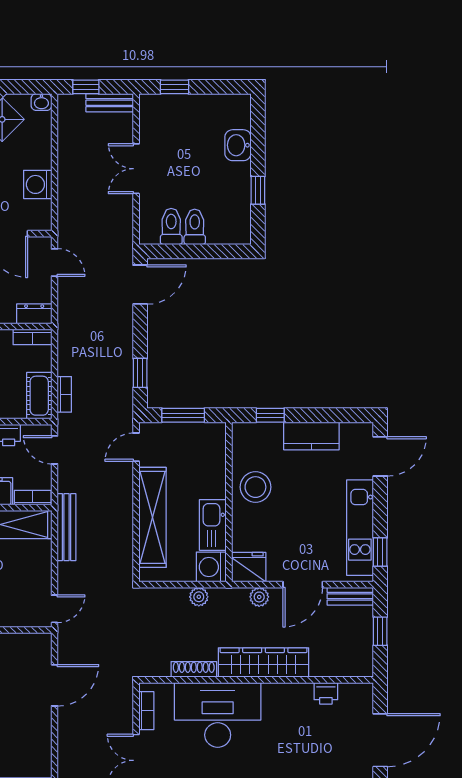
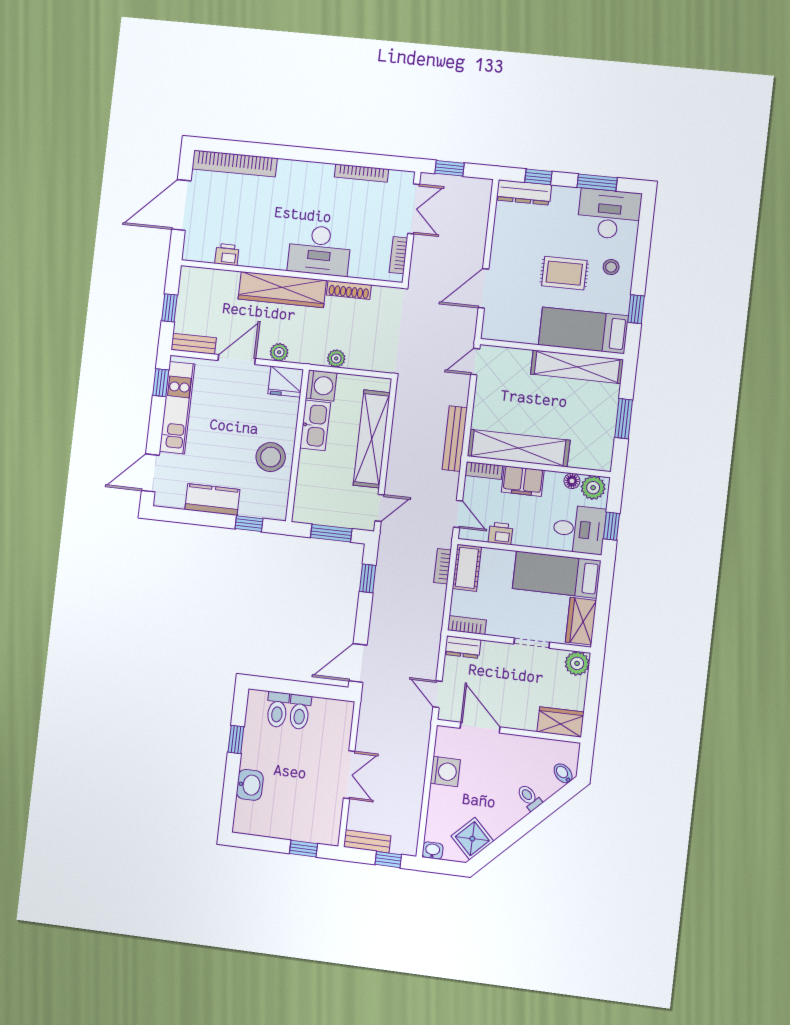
toilet: (171, 226) -> (277, 710), moved
desk: (218, 715) -> (319, 250), width x0.73, depth x0.77

